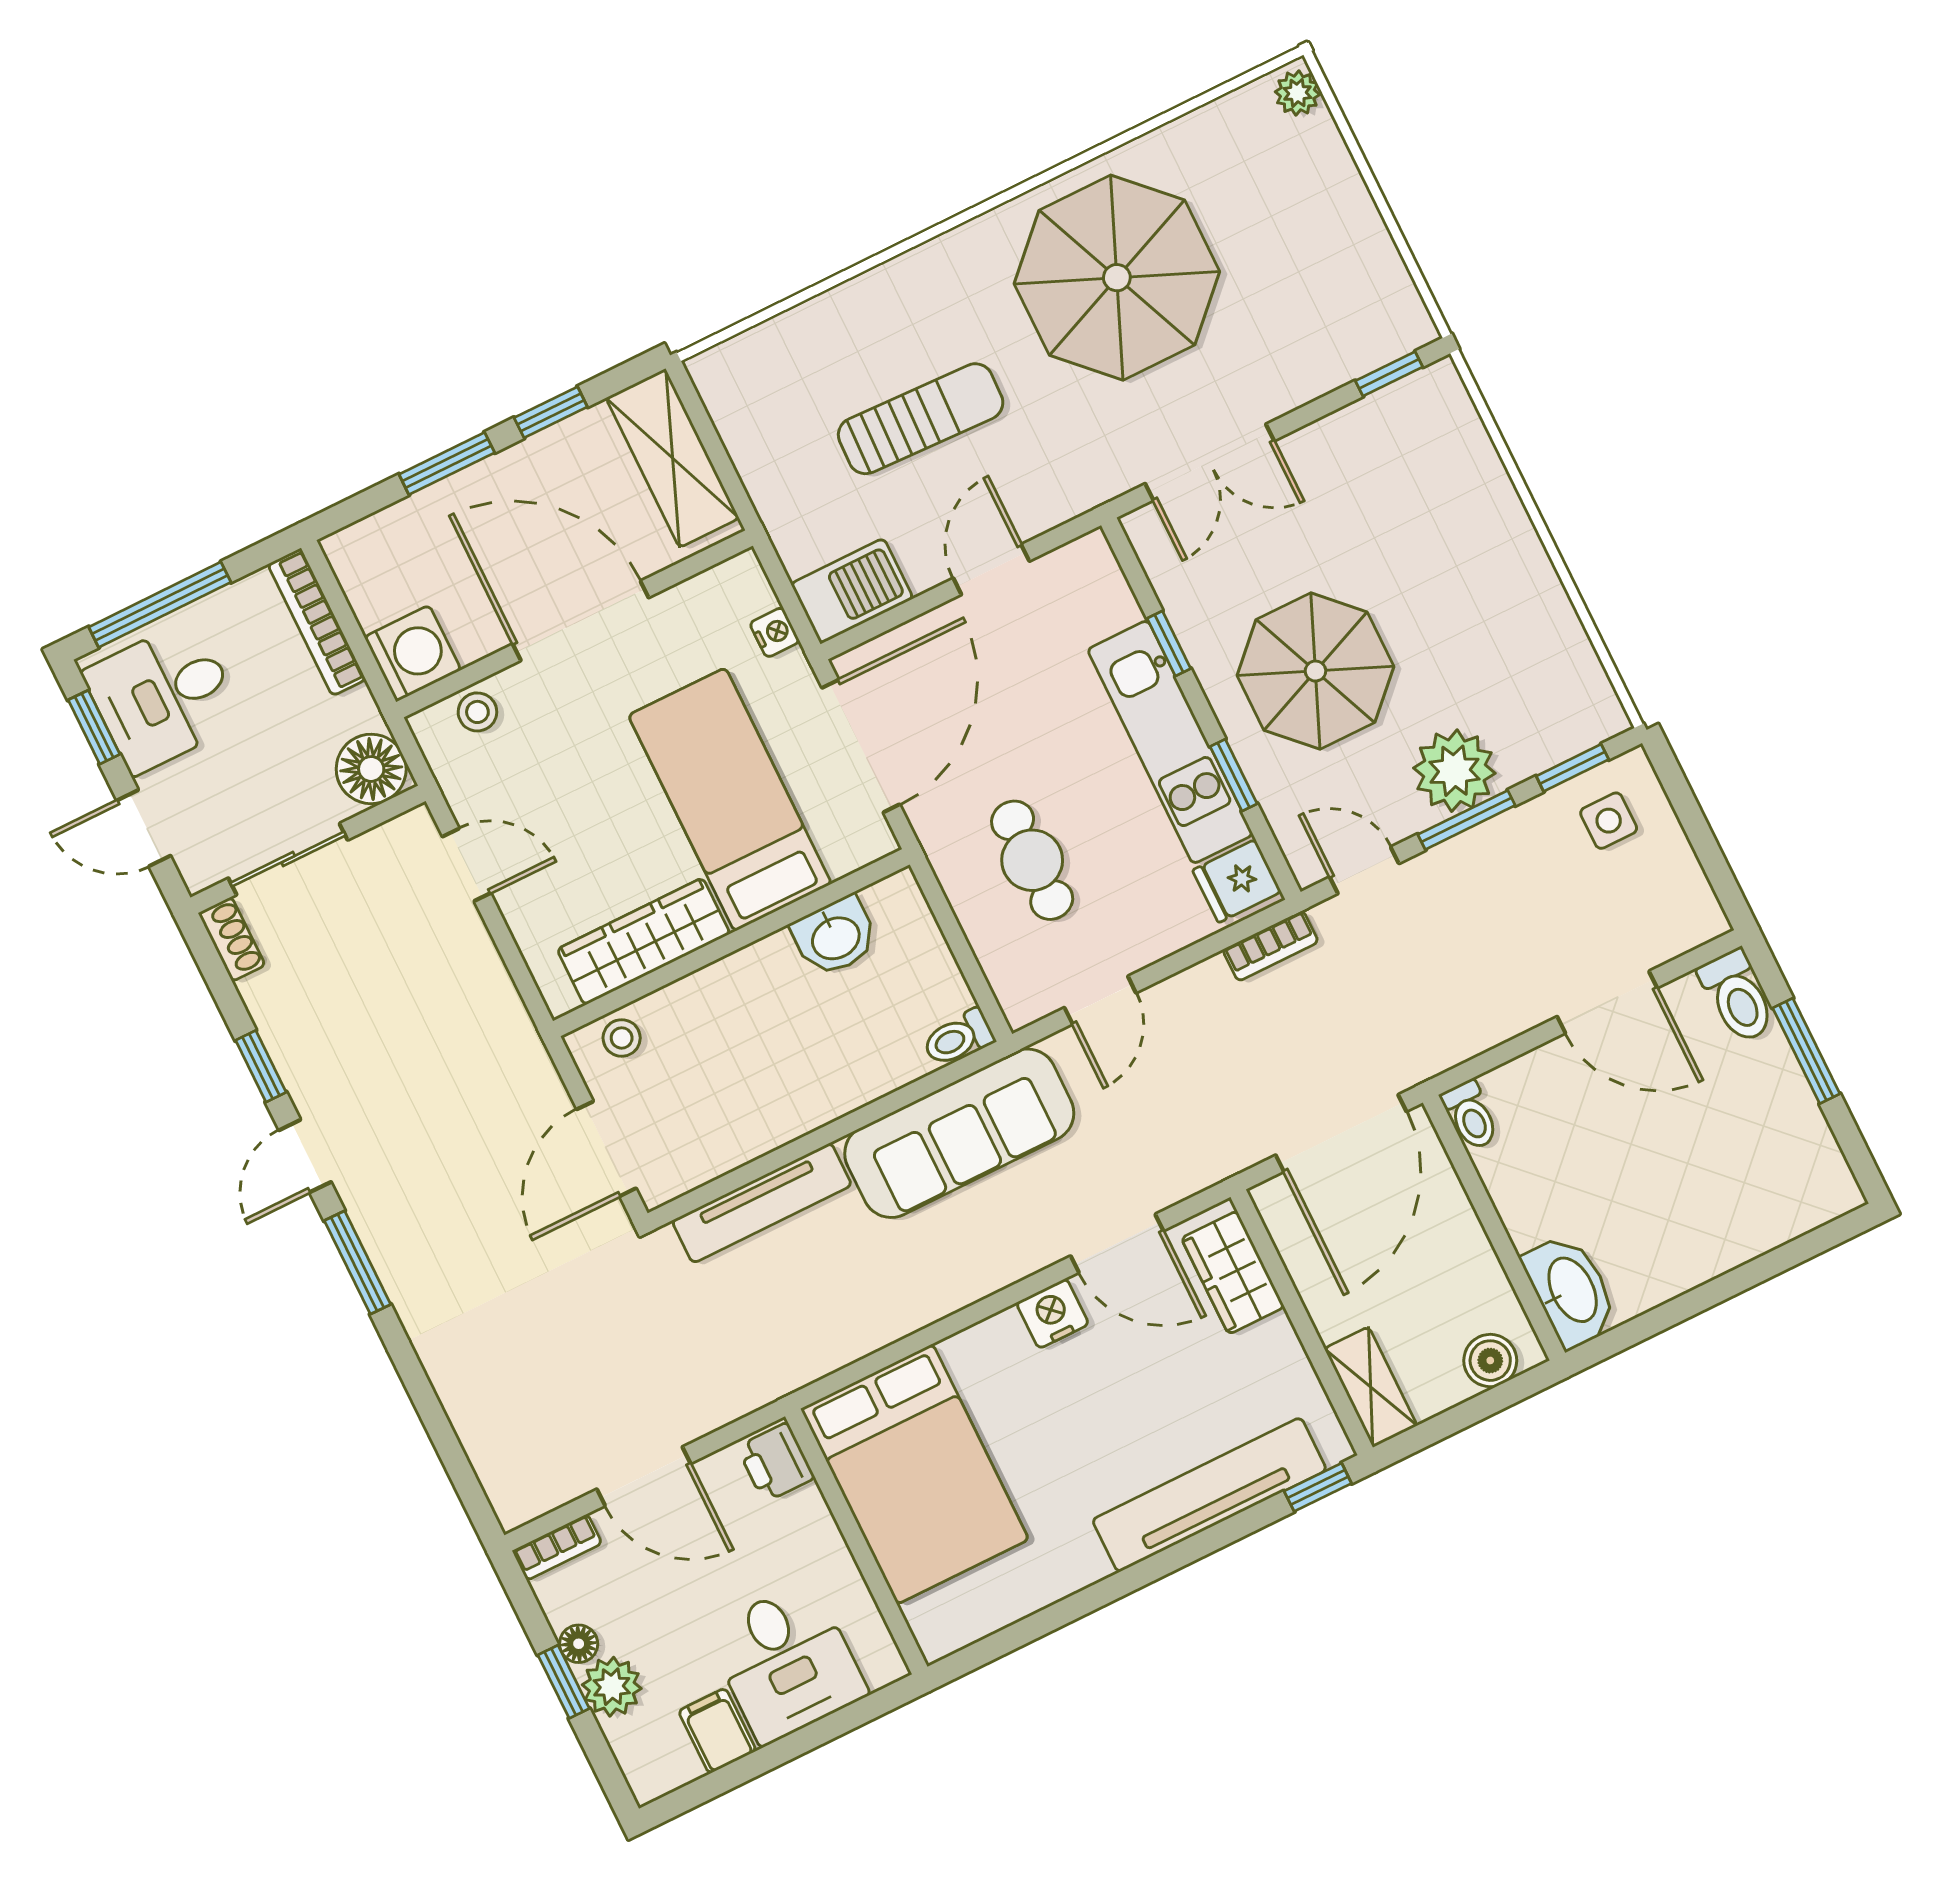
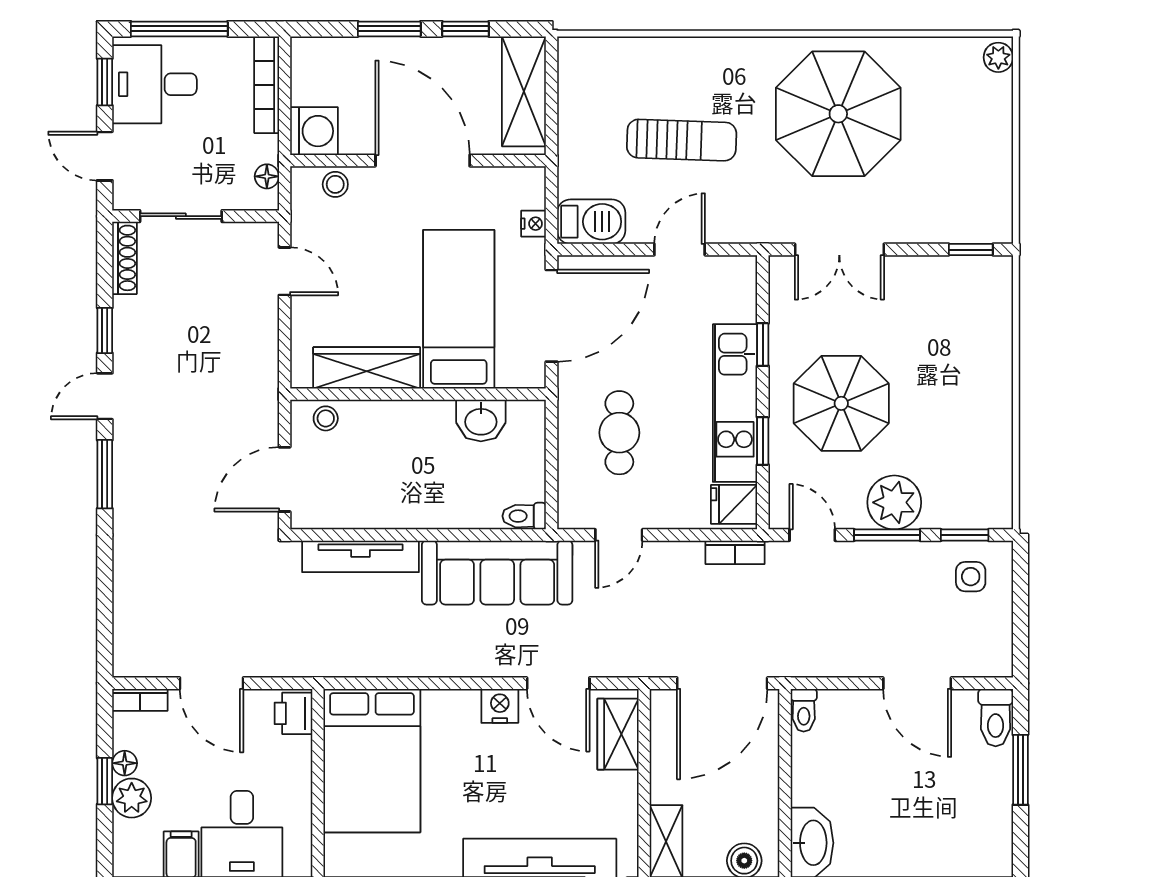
floor lamp: (371, 769) -> (267, 176), width x0.53, depth x0.53
shoe rack: (232, 939) -> (124, 258), width x1.43

